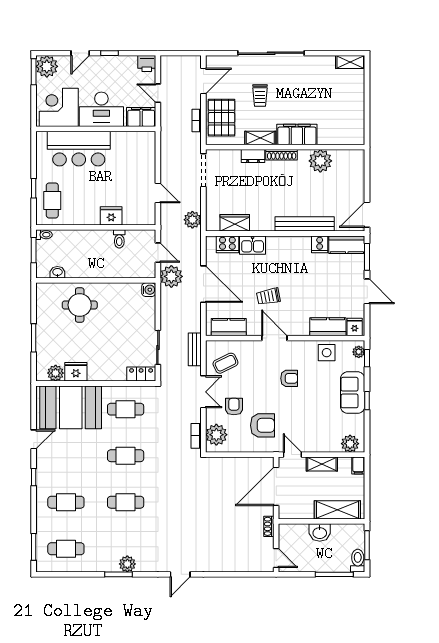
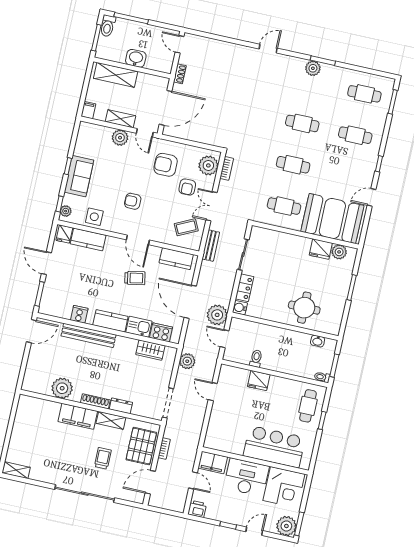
kitchen counter: (347, 245) -> (110, 321), moved
locker: (141, 374) -> (245, 288), moved, turned -90
plant: (350, 444) -> (120, 138), moved

